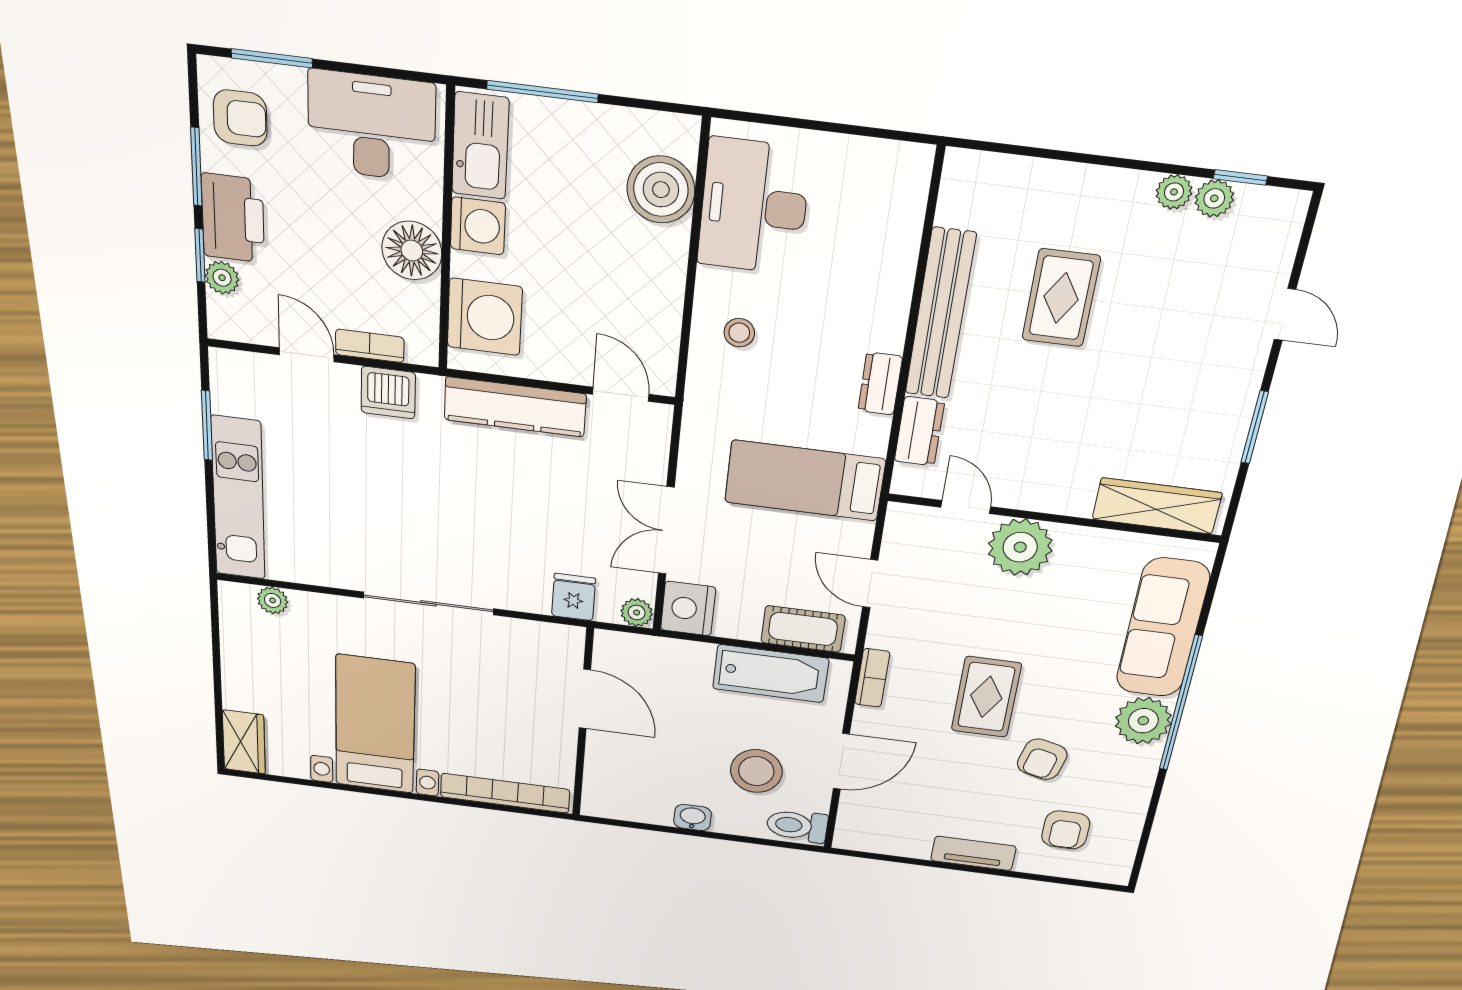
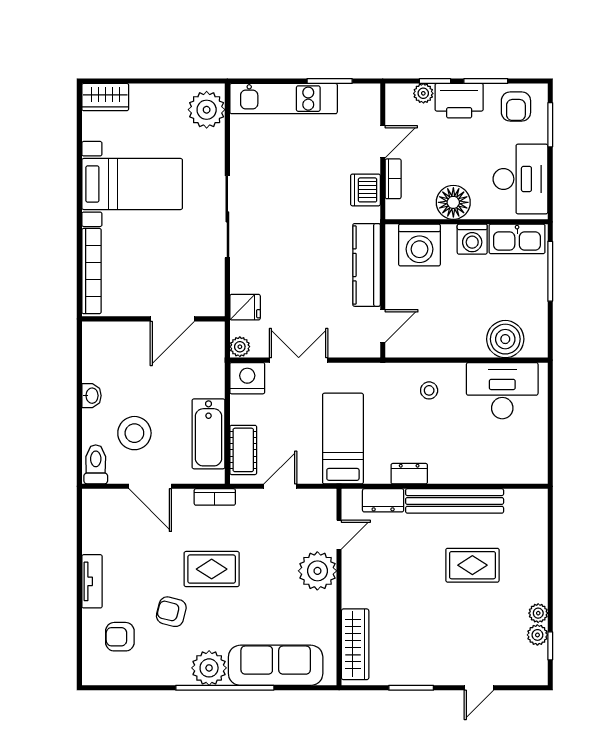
plant: (273, 600) -> (207, 110), width x1.87, depth x1.87

